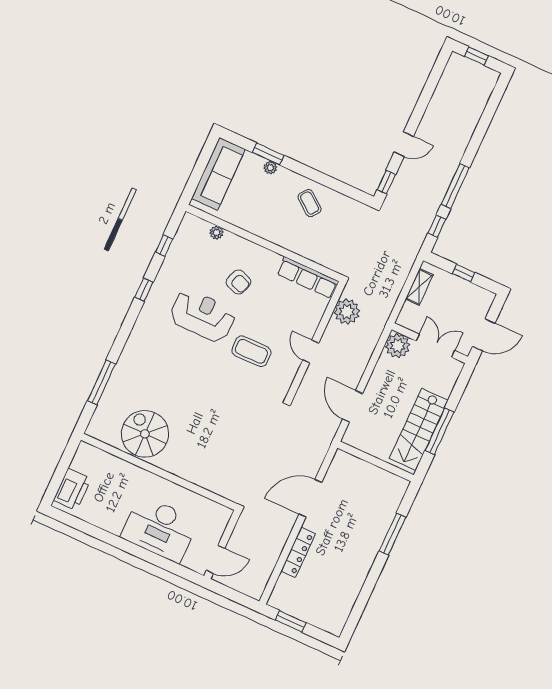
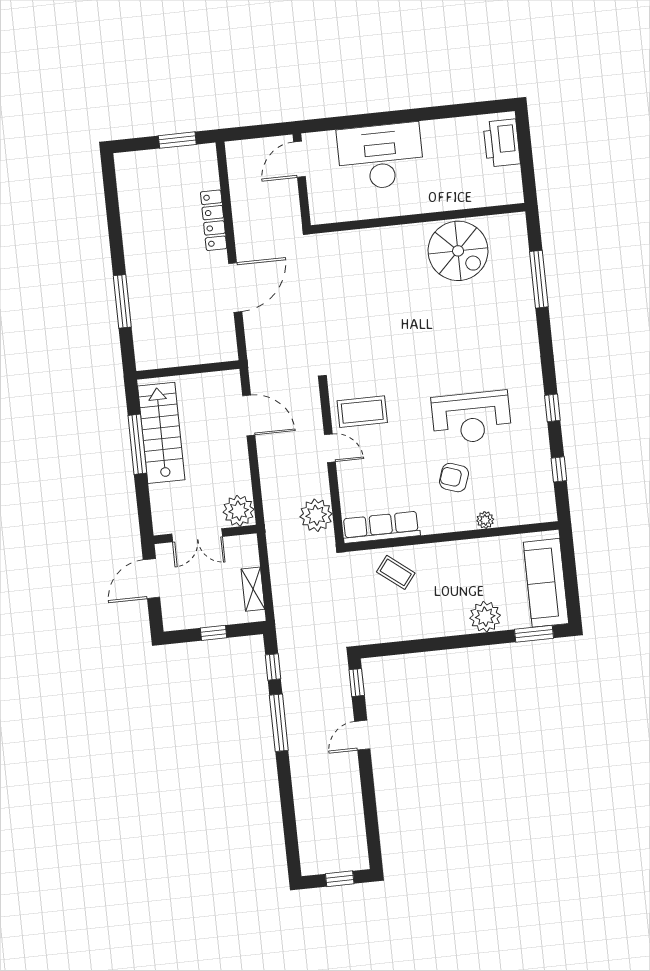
window: (268, 154) -> (534, 634), moved
plant: (270, 168) -> (485, 617), width x1.87, depth x1.87
coffee table: (310, 203) -> (396, 572), moved
plant: (217, 233) -> (485, 520), moved
coffee table: (251, 351) -> (362, 412), moved

